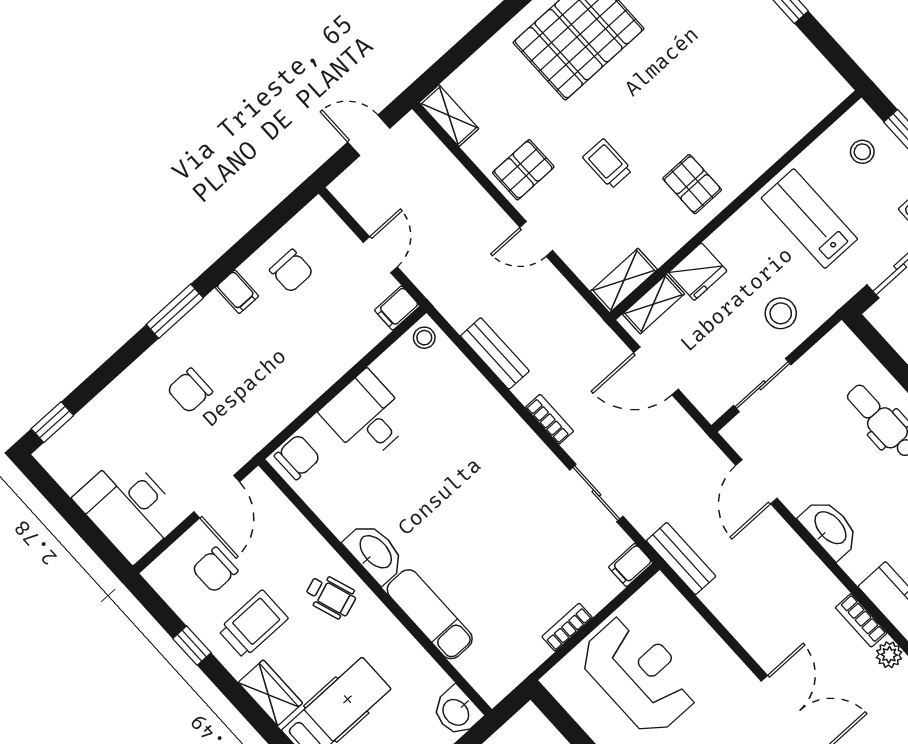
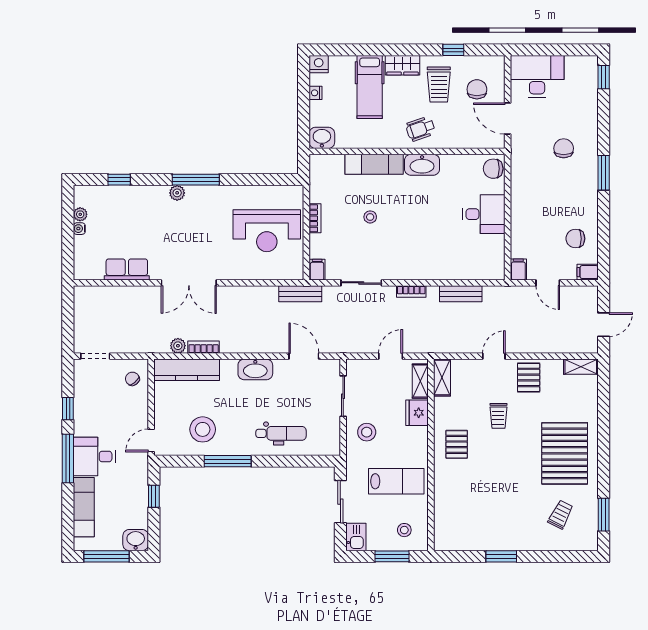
trolley: (607, 164) -> (498, 416), turned 90
pallet: (692, 184) -> (457, 444), turned 90
filing cabinet: (237, 292) -> (588, 272), moved
stool: (424, 338) -> (370, 217), moved
door: (656, 371) -> (391, 356), width x0.73
chair: (297, 457) -> (493, 169), turned 90

